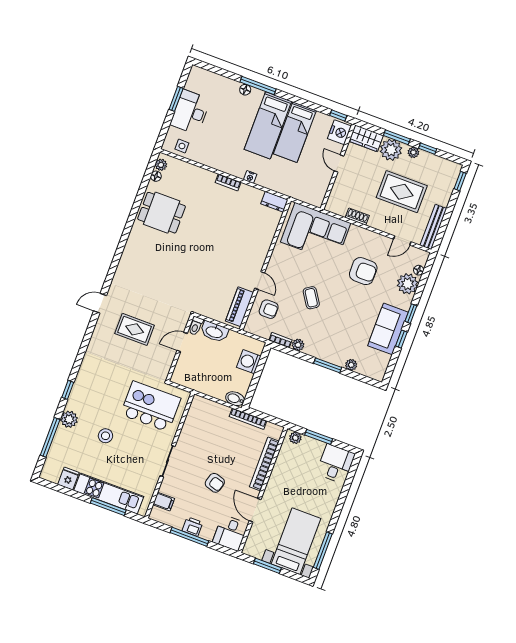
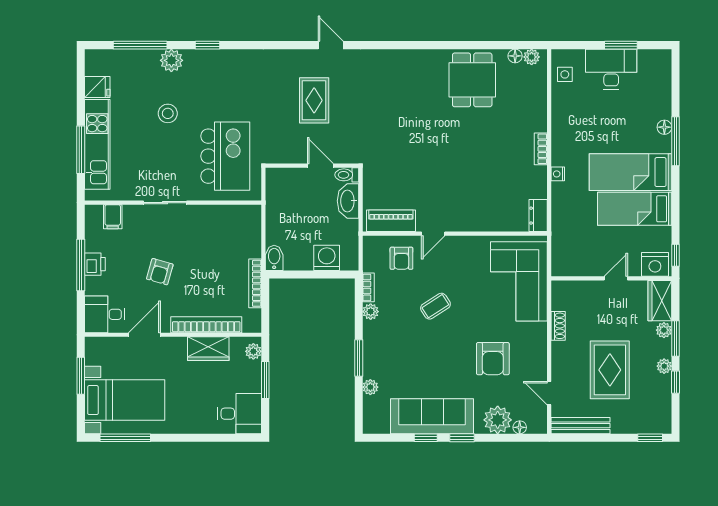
plant: (391, 150) -> (664, 330), width x0.53, depth x0.53
sofa: (388, 329) -> (432, 416), width x1.36
wardrobe: (282, 469) -> (208, 349), added

